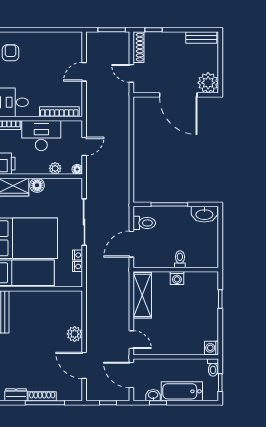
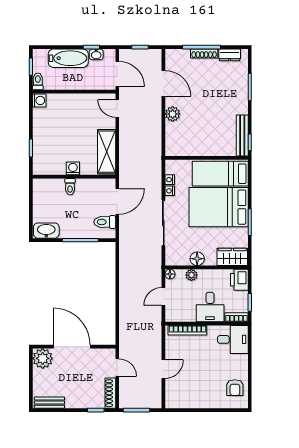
desk: (41, 136) -> (210, 307), width x0.73
floor lamp: (37, 185) -> (197, 259), moved

